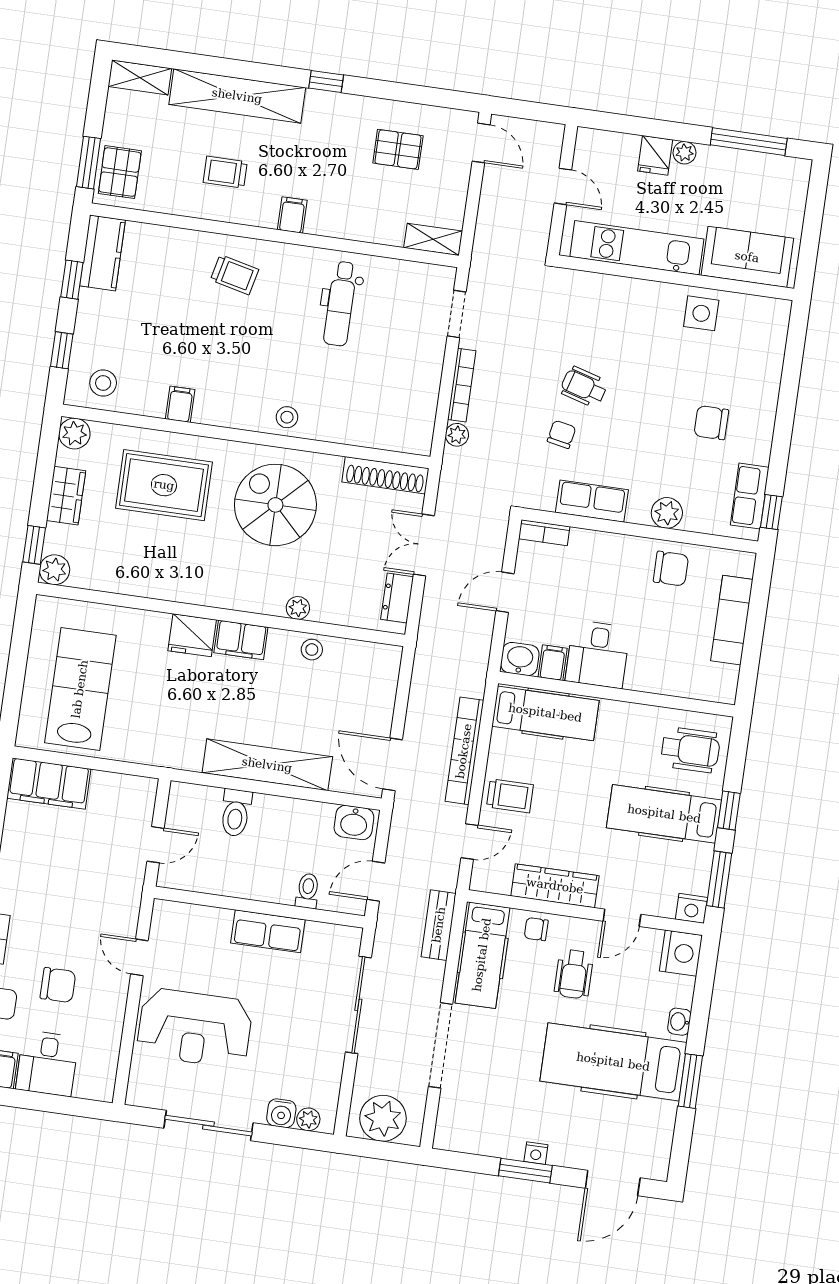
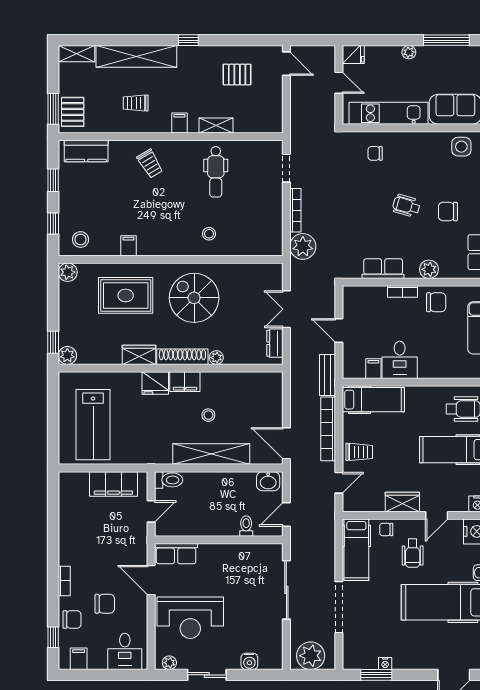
fridge: (655, 155) -> (353, 55), moved, turned -90
shelving: (433, 239) -> (216, 125), moved
kitchen counter: (103, 253) -> (86, 151), moved, turned 90
trolley: (235, 275) -> (150, 164), turned 46
side table: (701, 313) -> (461, 147), moved
wheelchair: (584, 387) -> (406, 206), moved
stool: (287, 417) -> (209, 234), moved
chair: (562, 434) -> (375, 153), moved, turned -101
plant: (457, 435) -> (303, 246), width x1.88, depth x1.88
shoe rack: (385, 475) -> (182, 357), moved, turned 180
wardrobe: (66, 496) -> (139, 355), moved, turned -90
bookcase: (544, 533) -> (402, 292), moved
door: (505, 592) -> (339, 331), hinge flipped
stool: (312, 650) -> (208, 415), moved
washbasin: (520, 659) -> (353, 369), removed
lab bench: (80, 689) -> (93, 425), turned 180
filing cabinet: (49, 784) -> (113, 484), moved
toilet: (236, 813) -> (169, 480), moved, turned -90
wardrobe: (555, 886) -> (402, 502), width x0.67
bench: (439, 925) -> (328, 375), moved
row of seats: (268, 931) -> (176, 554), moved
door: (139, 957) -> (151, 580), width x1.38
desk: (47, 1063) -> (125, 651), moved
plant: (308, 1119) -> (169, 663), moved
sliding door: (208, 1126) -> (207, 675), width x0.73
nightstand: (536, 1153) -> (385, 664), moved
window: (525, 1171) -> (376, 675), moved

